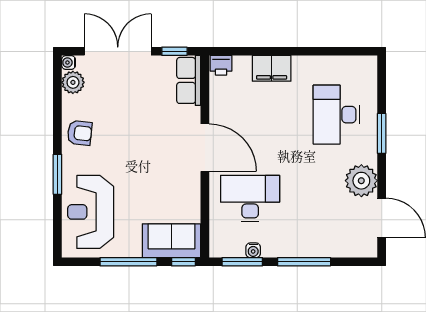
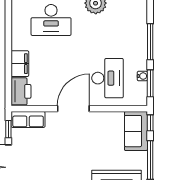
printer: (221, 65) -> (21, 91), width x1.87, depth x1.48
desk: (250, 198) -> (107, 78), turned 180

